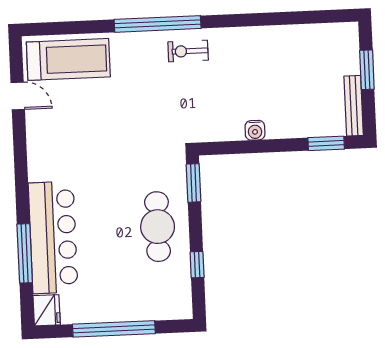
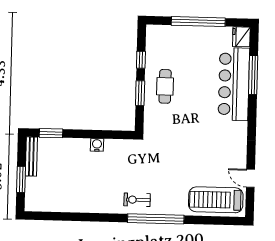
exercise bike: (188, 51) -> (137, 200), turned 180
window: (194, 183) -> (140, 93), moved
cafe table: (158, 227) -> (165, 86), width x0.73, depth x0.74

